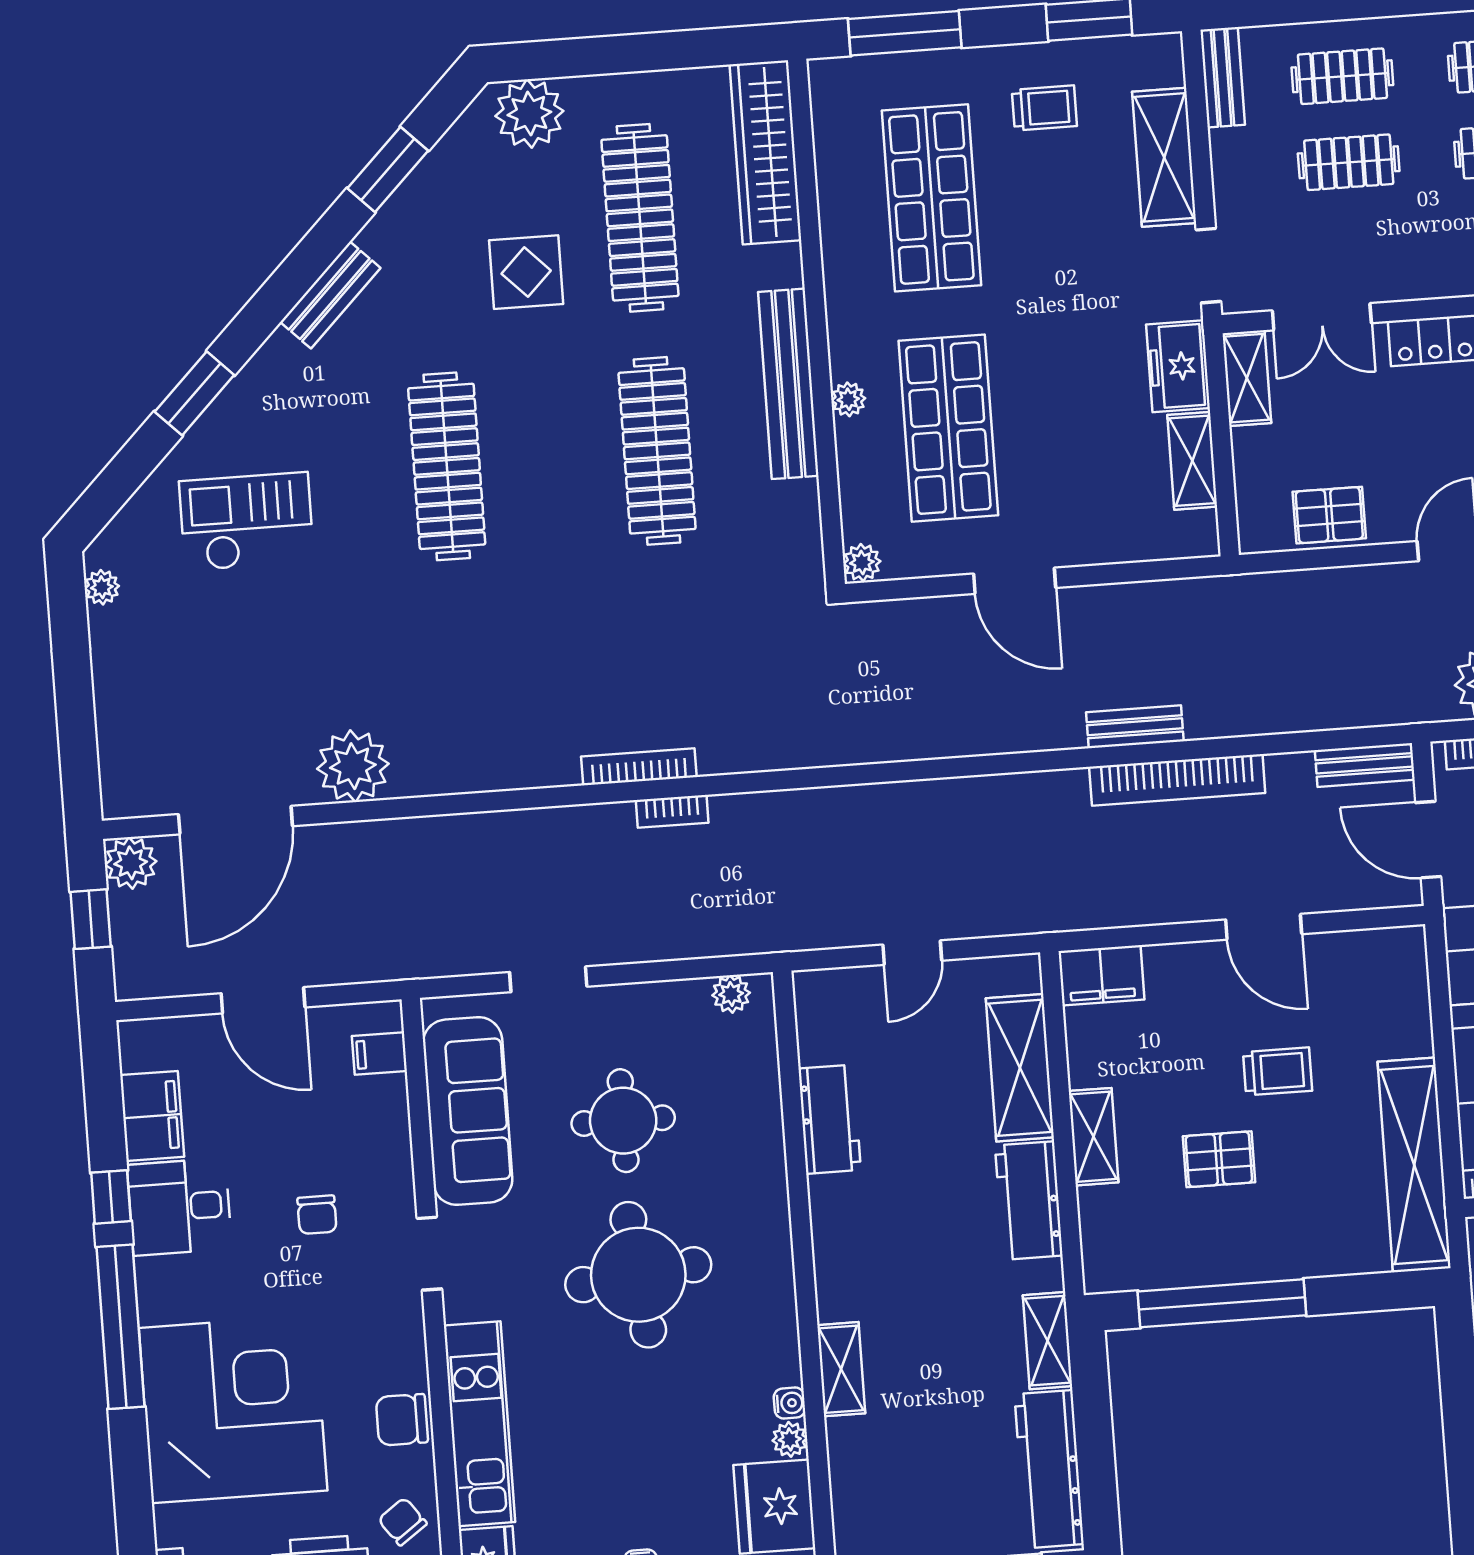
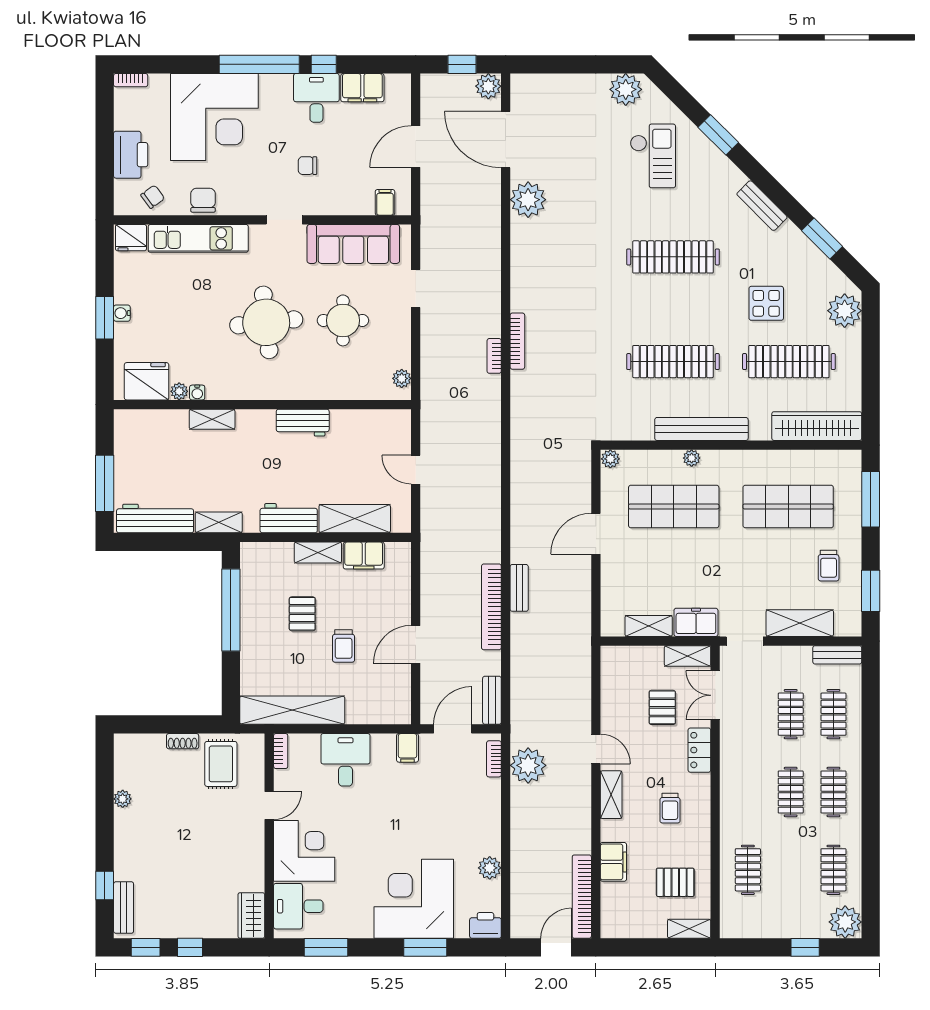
pallet: (1329, 515) -> (662, 707), moved
plant: (102, 587) -> (626, 89), width x1.88, depth x1.88
filing cabinet: (1101, 975) -> (364, 556), moved, turned -90
workbench: (830, 1119) -> (303, 423), moved

